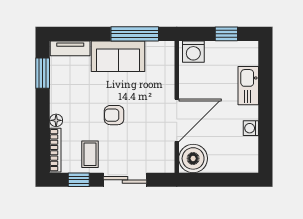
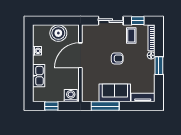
window: (43, 73) -> (159, 66), moved
boiler: (193, 158) -> (58, 33), moved

